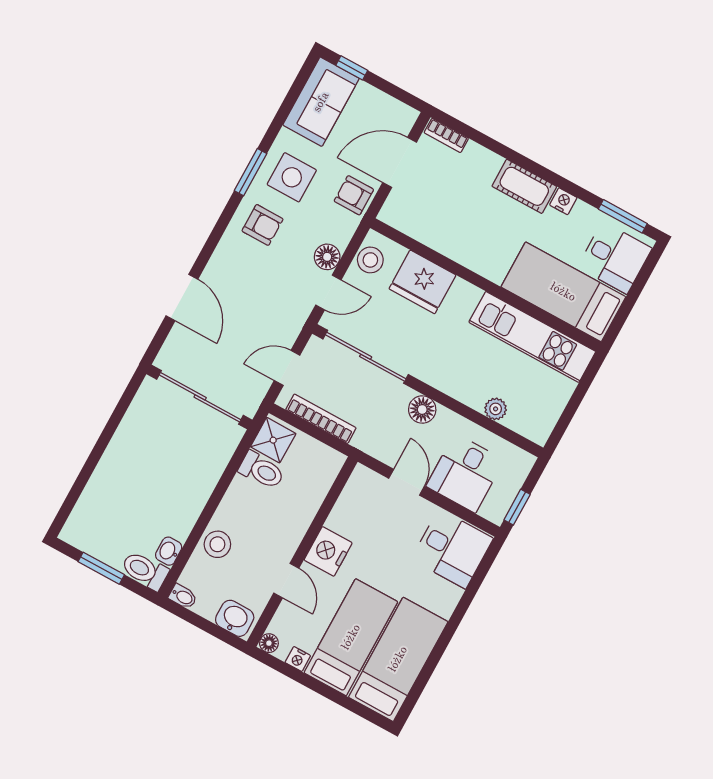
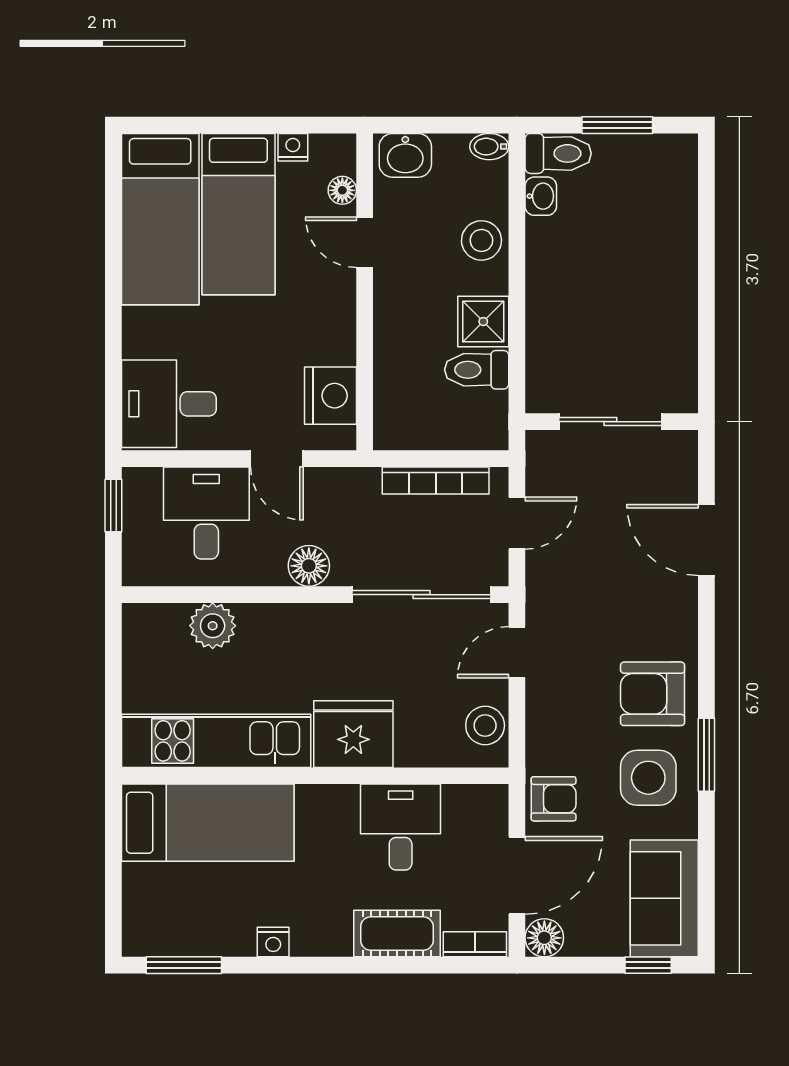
cot: (524, 186) -> (397, 934), moved
armchair: (262, 225) -> (653, 694), width x1.38, depth x1.38
floor lamp: (327, 257) -> (544, 938), moved
desk: (615, 258) -> (401, 827), moved, turned 90
fridge: (422, 282) -> (353, 734), moved
sliding door: (200, 397) -> (610, 422), width x0.73
plant: (496, 409) -> (213, 626), width x1.38, depth x1.38
shower: (273, 440) -> (483, 322), moved
nightstand: (328, 551) -> (330, 396), moved
floor lamp: (269, 643) -> (342, 190), moved

